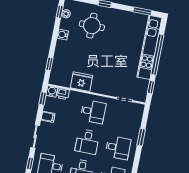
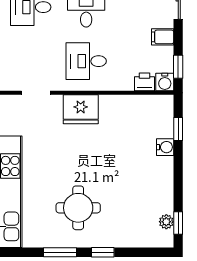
window: (142, 11) -> (60, 252), moved
round table: (92, 26) -> (78, 208), moved
water cooler: (63, 35) -> (165, 147), moved
fridge: (82, 82) -> (81, 109), moved

